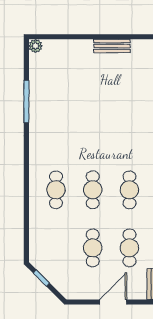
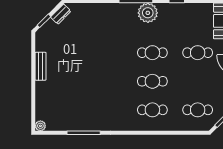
cafe table: (93, 248) -> (198, 110), moved

